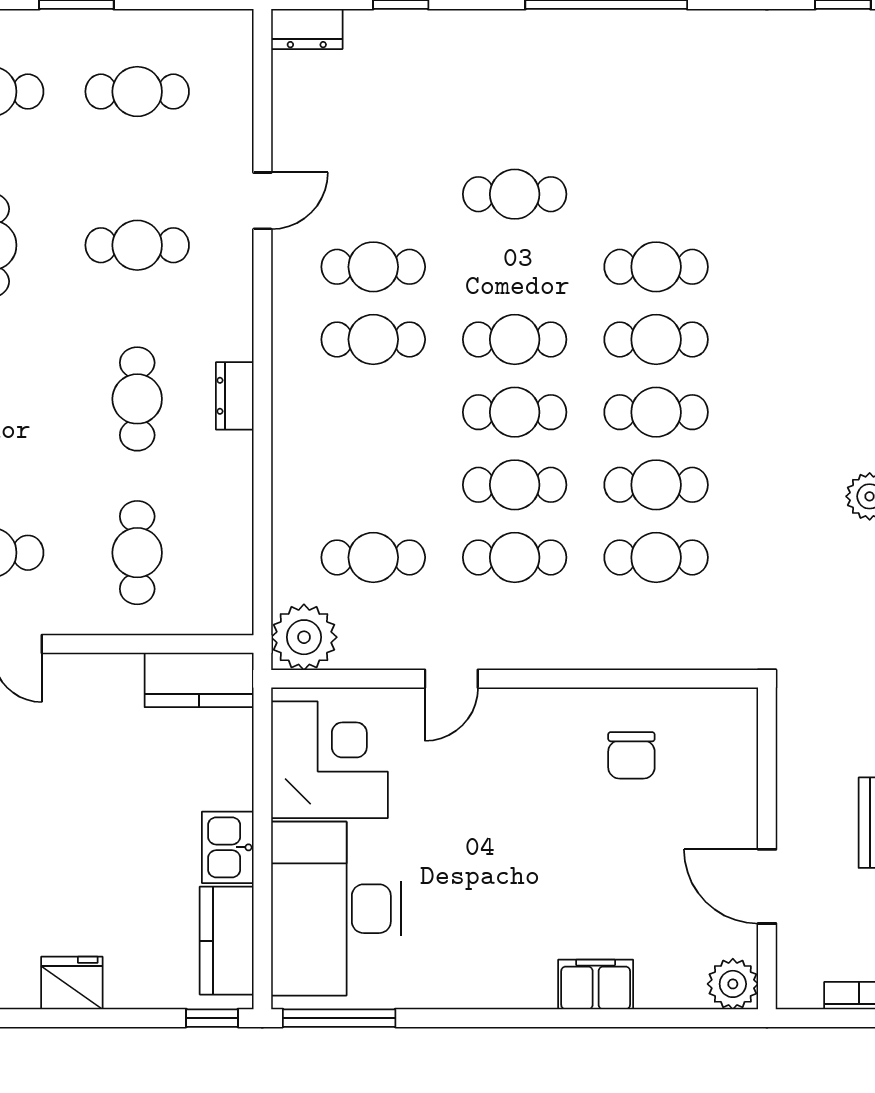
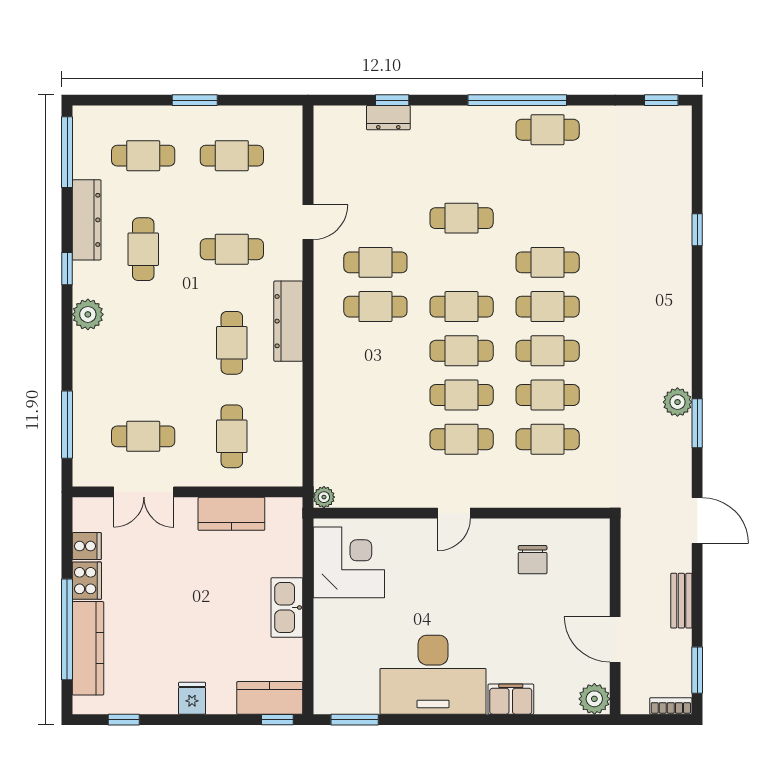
dresser: (307, 29) -> (388, 118), moved
dresser: (235, 396) -> (288, 321), width x1.96, depth x1.24
cafe table: (373, 557) -> (548, 130), moved
plant: (304, 637) -> (324, 497), width x0.53, depth x0.53
door: (451, 679) -> (454, 513), moved
kitchen counter: (199, 680) -> (231, 514), moved
kitchen sink: (228, 847) -> (287, 608), width x1.38
desk: (336, 909) -> (433, 675), moved, turned -90
kitchen counter: (227, 941) -> (270, 698), moved, turned 90
fridge: (72, 983) -> (192, 698), width x0.72
window: (339, 1018) -> (355, 720), width x0.69

